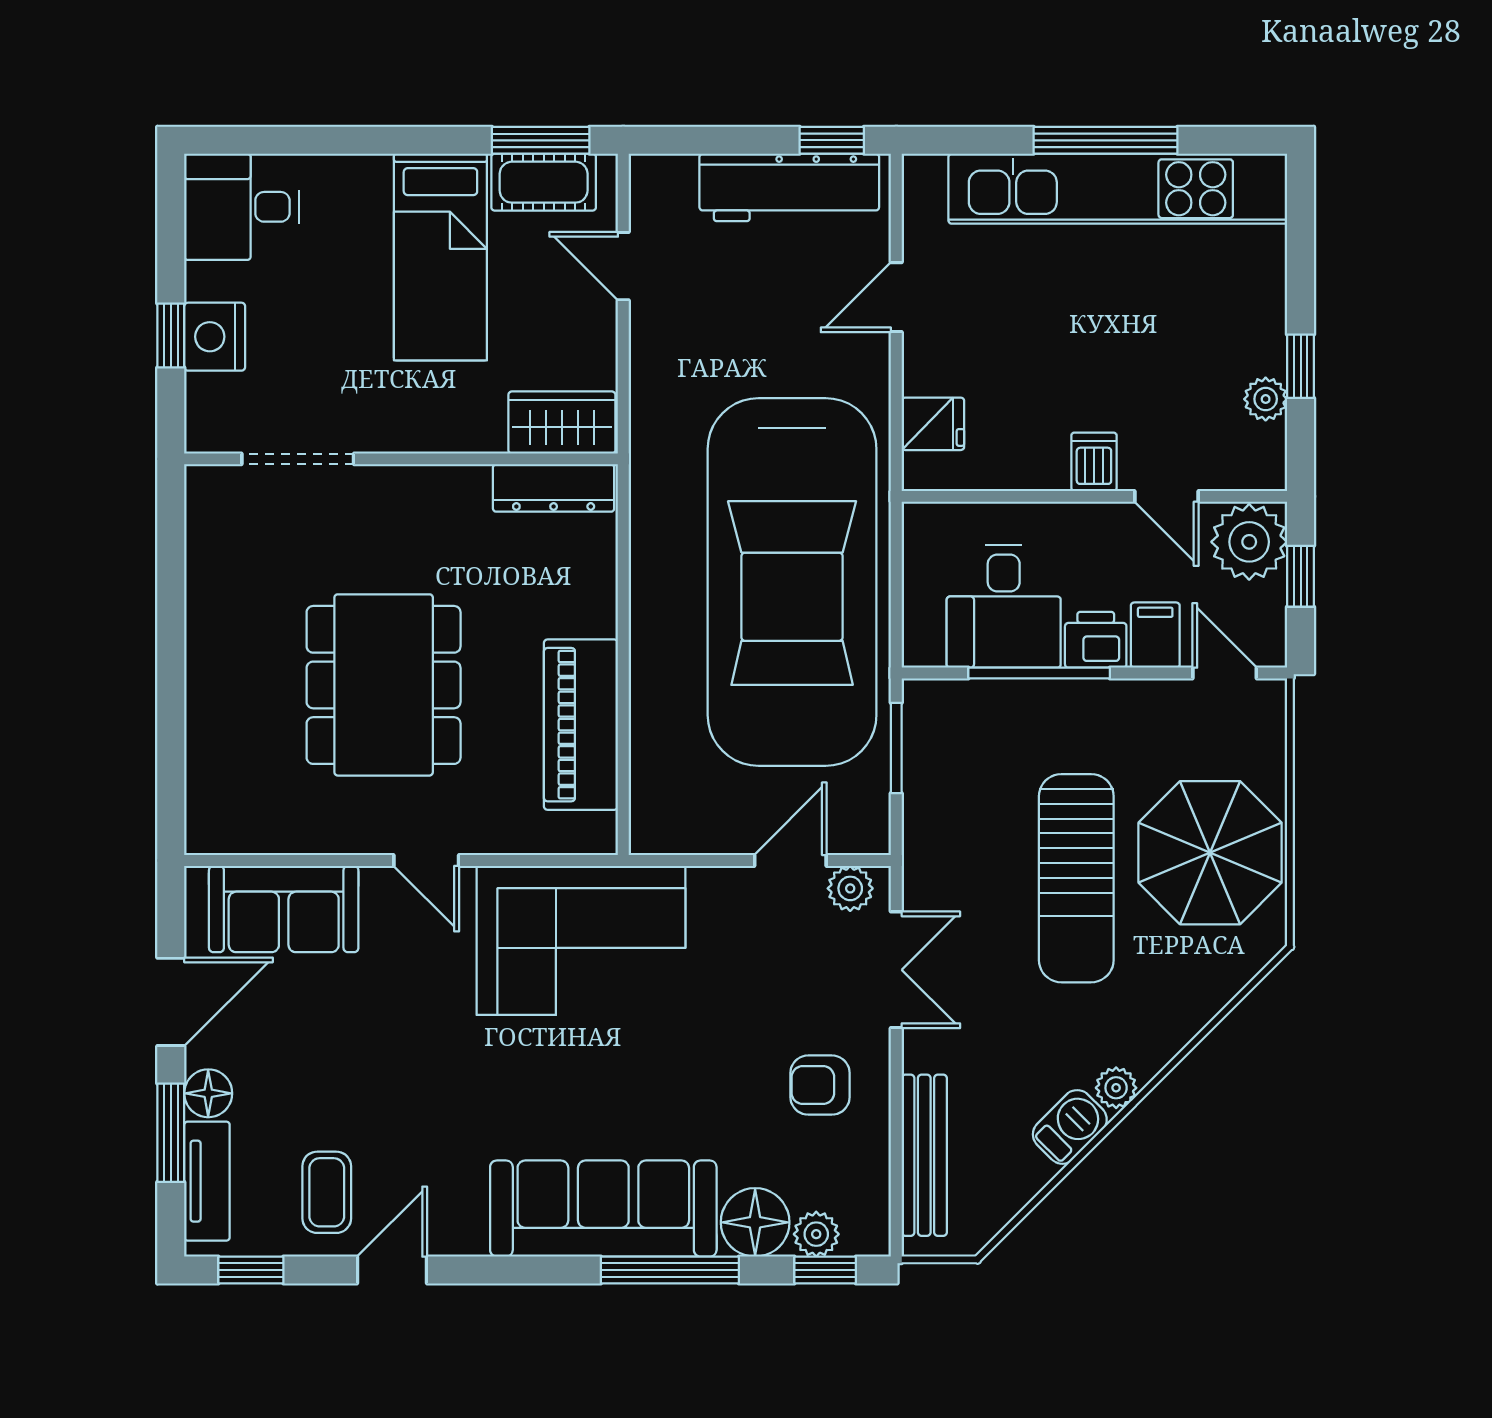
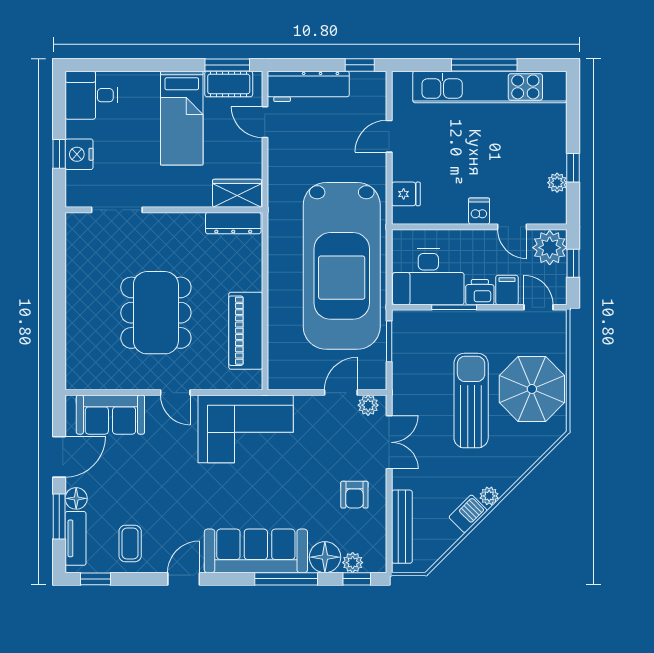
workbench: (789, 187) -> (308, 86), moved
desk: (1004, 606) -> (428, 277), width x1.37
window: (1039, 673) -> (454, 307), width x0.69
sun lounger: (1076, 878) -> (471, 401), turned 180
armchair: (820, 1085) -> (354, 495), turned -90
door: (392, 1270) -> (184, 579), moved

